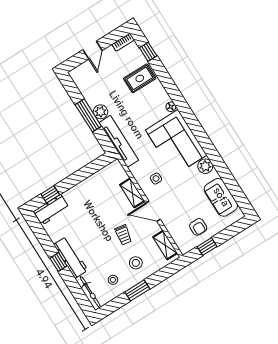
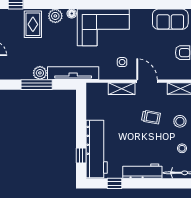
plant: (205, 166) -> (55, 16), moved
workbench: (51, 210) -> (97, 149), width x1.88, depth x1.32
door: (153, 211) -> (147, 81), swing flipped
window: (58, 262) -> (115, 183), moved

